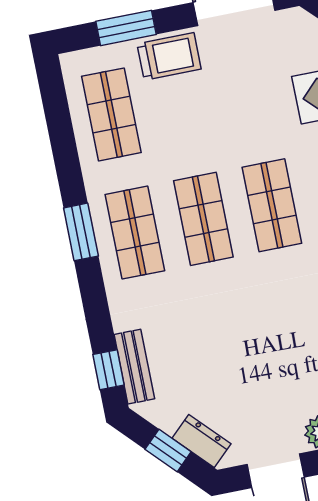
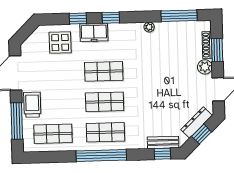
window: (126, 28) -> (17, 121), width x1.44
window: (81, 232) -> (101, 155), width x2.11
dresser: (201, 441) -> (196, 122), width x1.44

